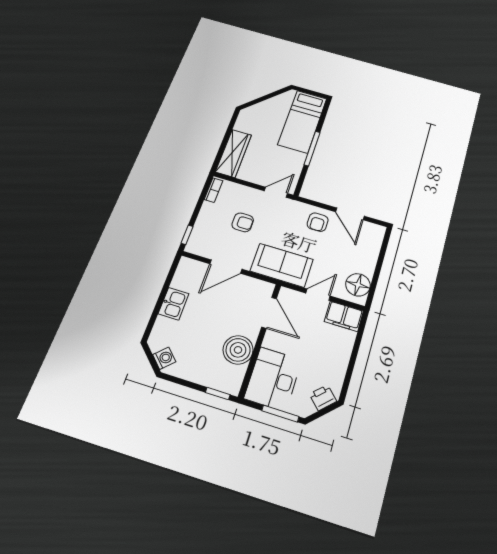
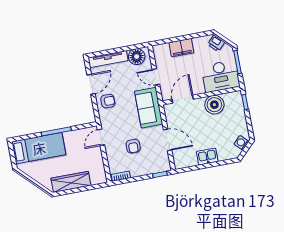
wardrobe: (234, 153) -> (71, 182), moved
door: (276, 192) -> (101, 137), hinge flipped
armchair: (243, 222) -> (133, 146), turned 180
tv unit: (373, 249) -> (108, 59), added
filing cabinet: (344, 316) -> (181, 48), moved, turned 90

